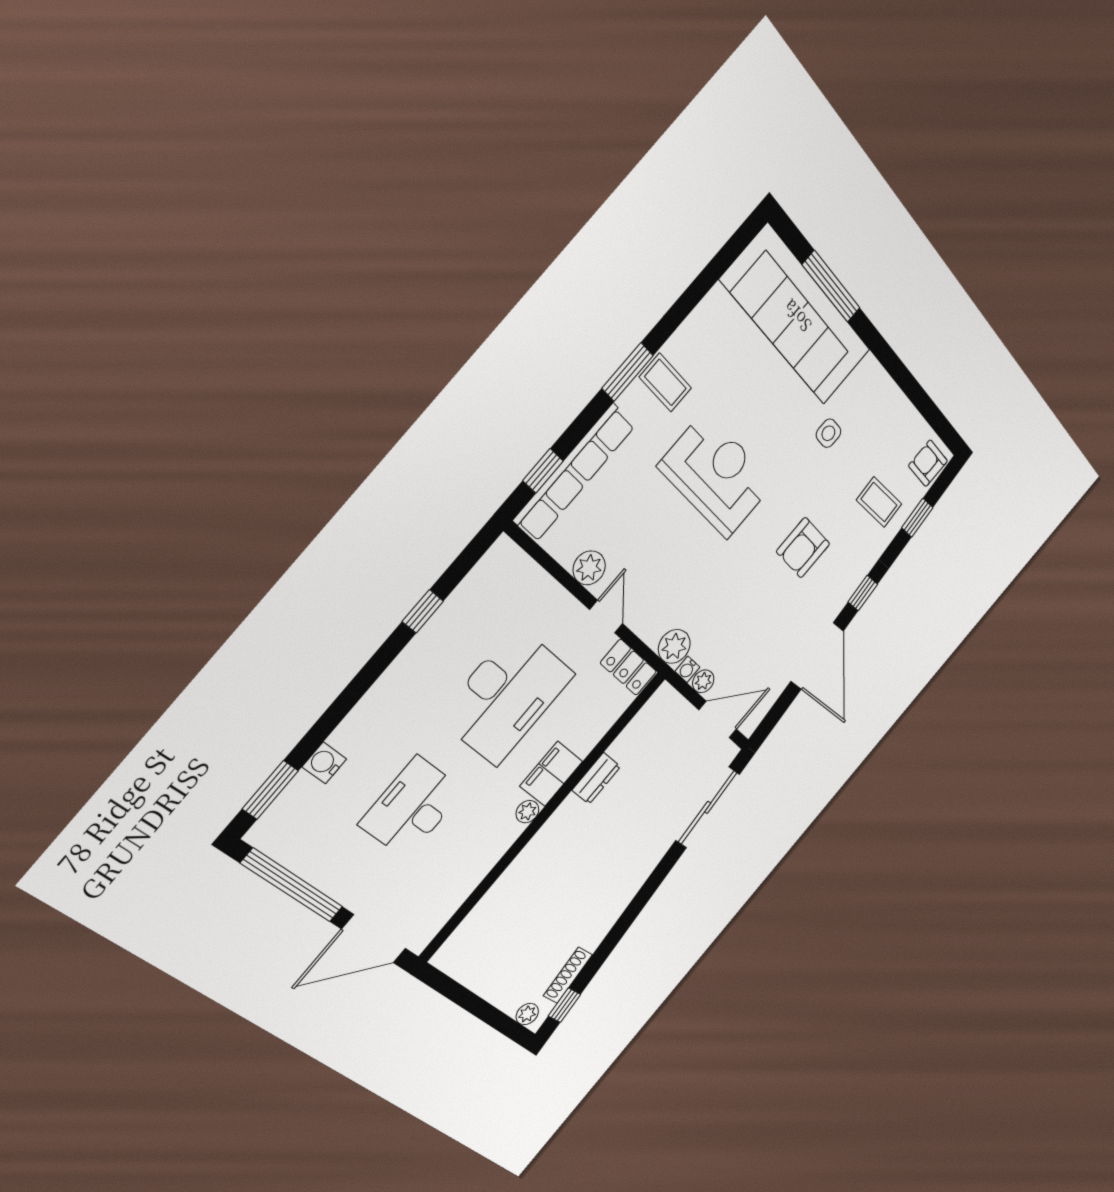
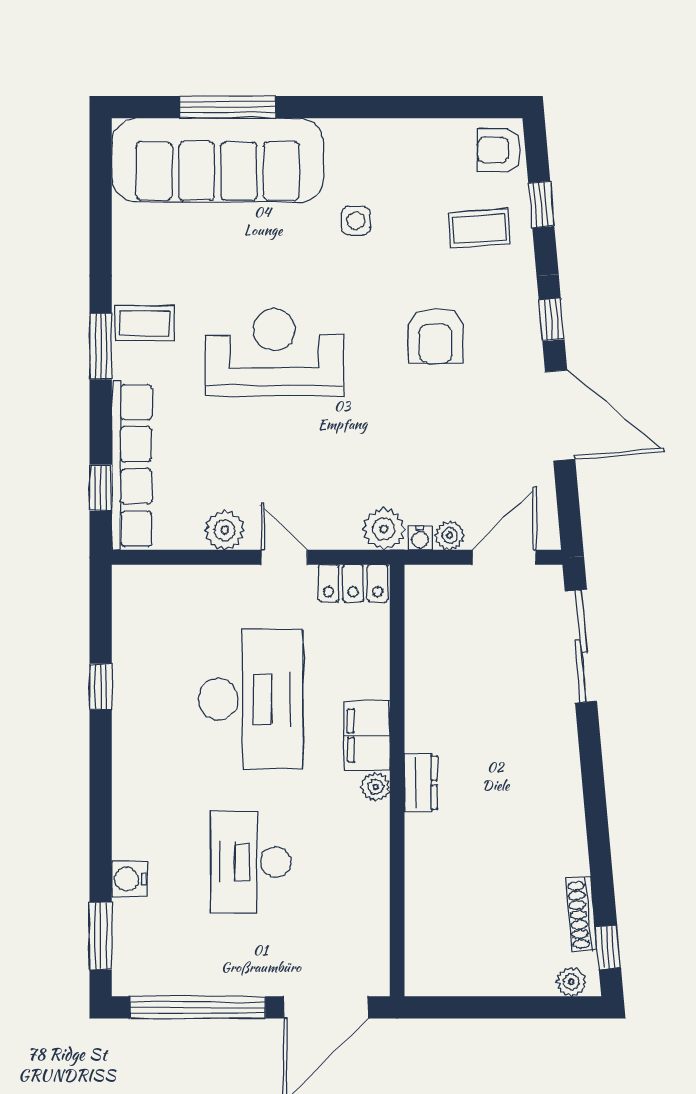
dresser: (596, 778) -> (421, 783), moved

